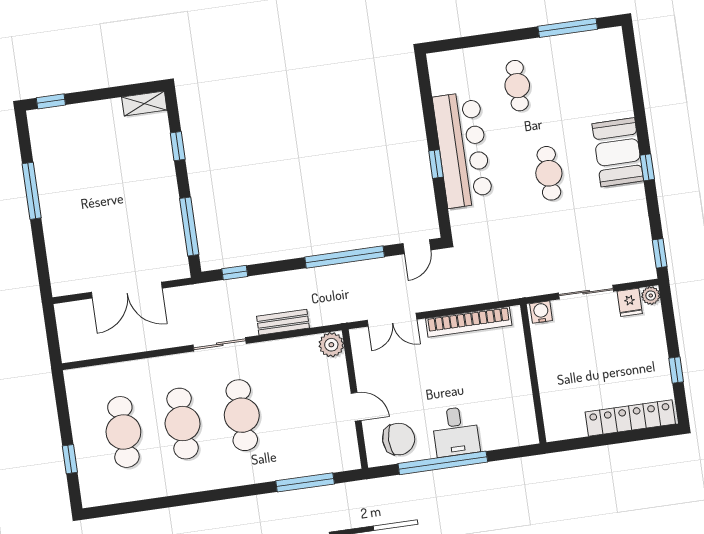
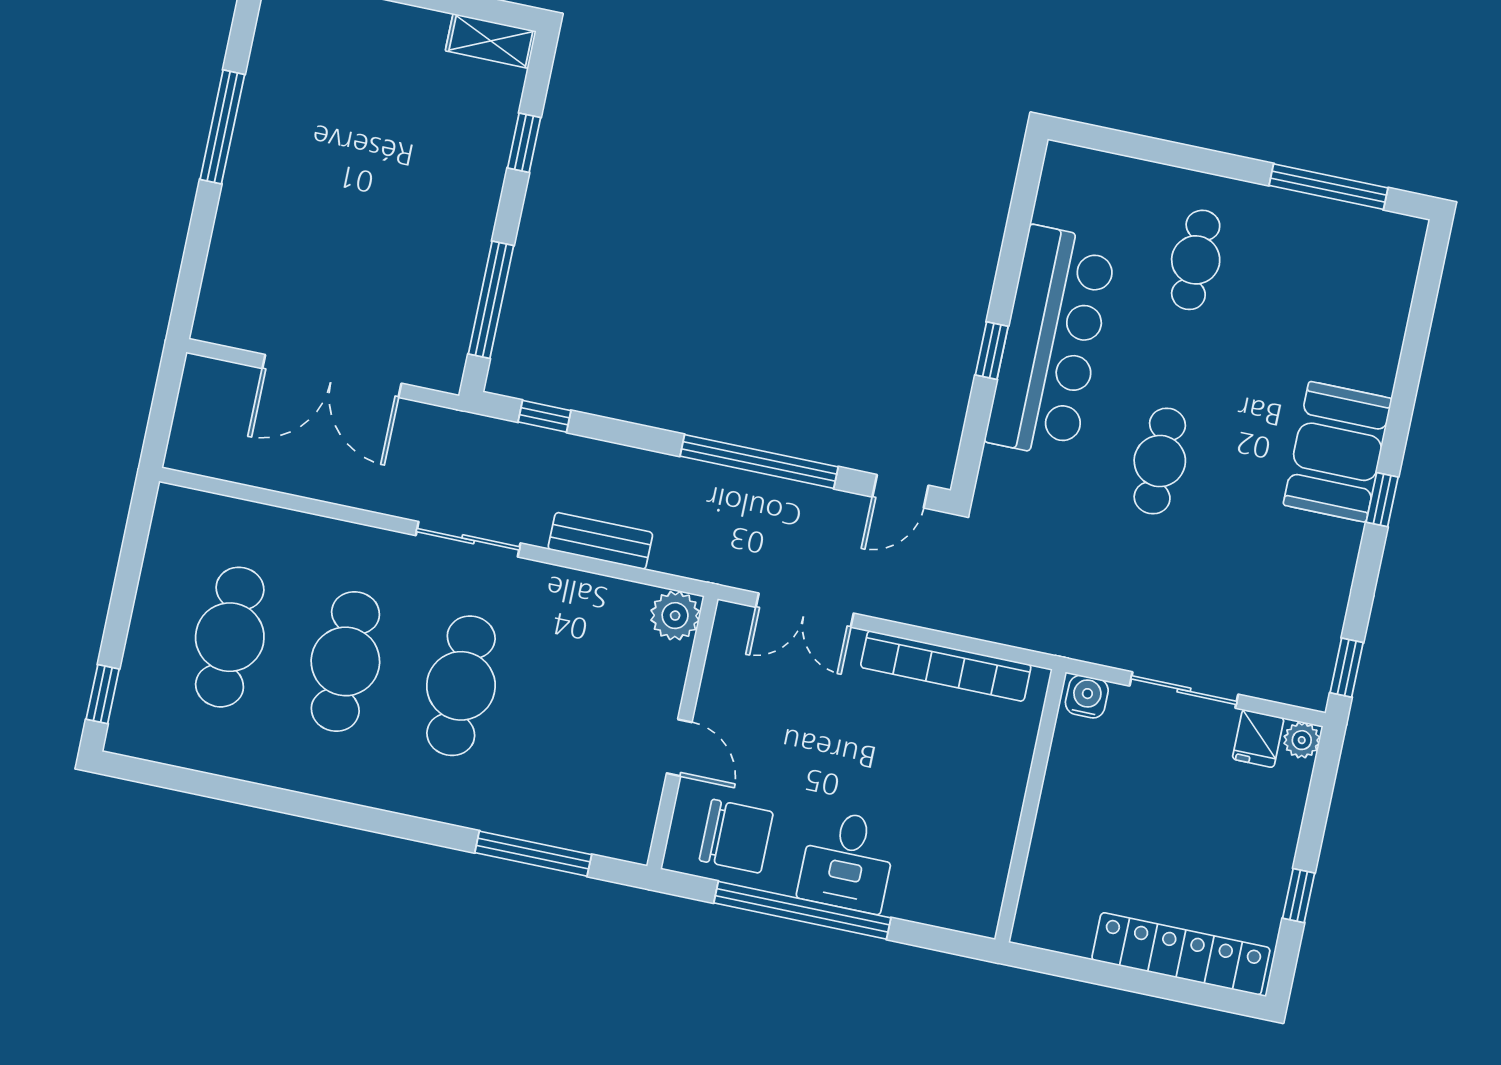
cafe table: (549, 173) -> (1160, 461), moved
window: (70, 459) -> (103, 694), moved

